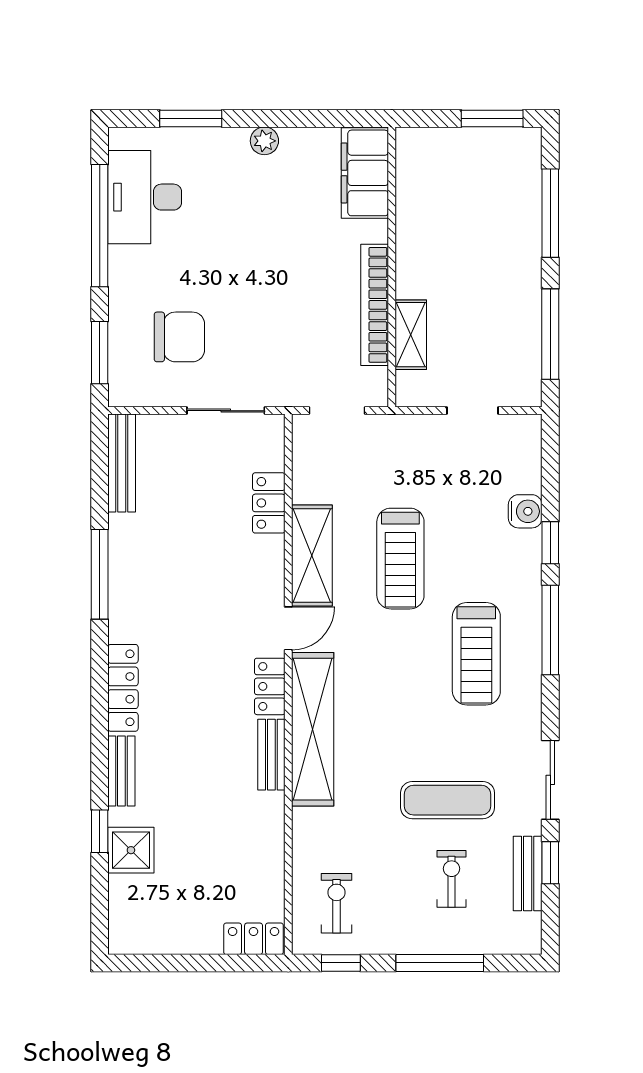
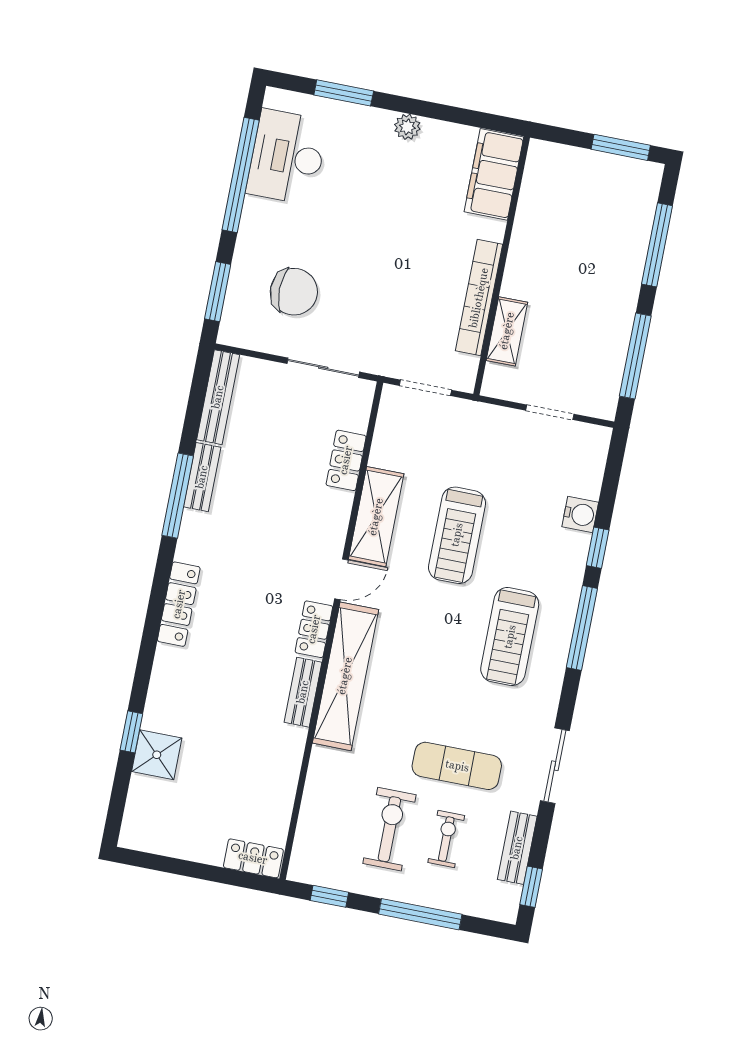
bench: (121, 771) -> (202, 477), moved
window: (550, 863) -> (531, 887), moved
exercise bike: (336, 903) -> (389, 829), moved, width x1.38, depth x1.39

